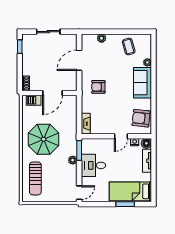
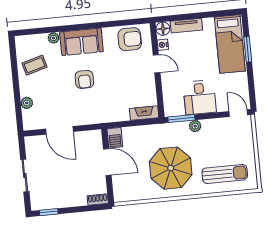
armchair: (98, 87) -> (84, 79), moved
barbecue: (34, 100) -> (115, 138), moved
armchair: (141, 118) -> (130, 39), turned -96

